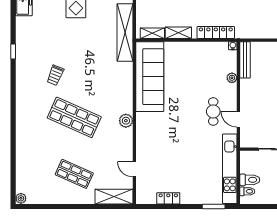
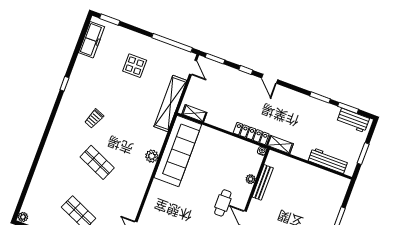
shelving: (178, 33) -> (280, 144), moved
bench: (245, 60) -> (263, 182), moved
shop shelf: (74, 117) -> (97, 162), width x0.70, depth x0.74
plant: (126, 121) -> (152, 156), moved

